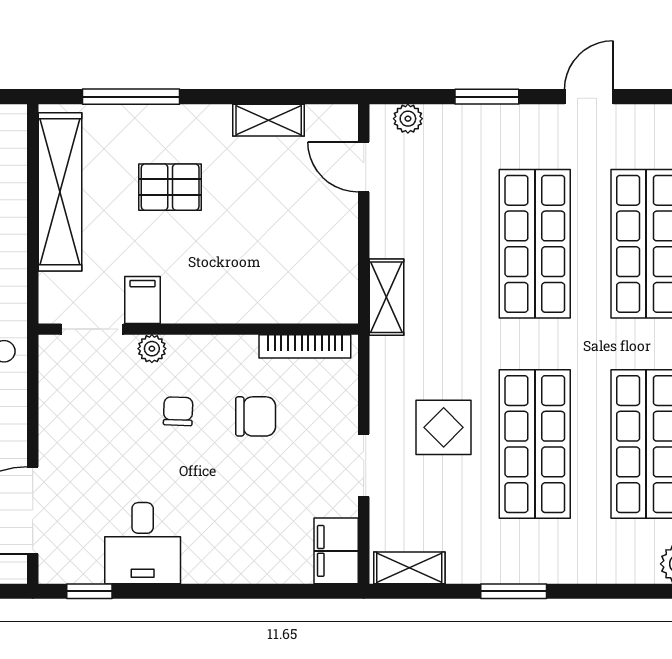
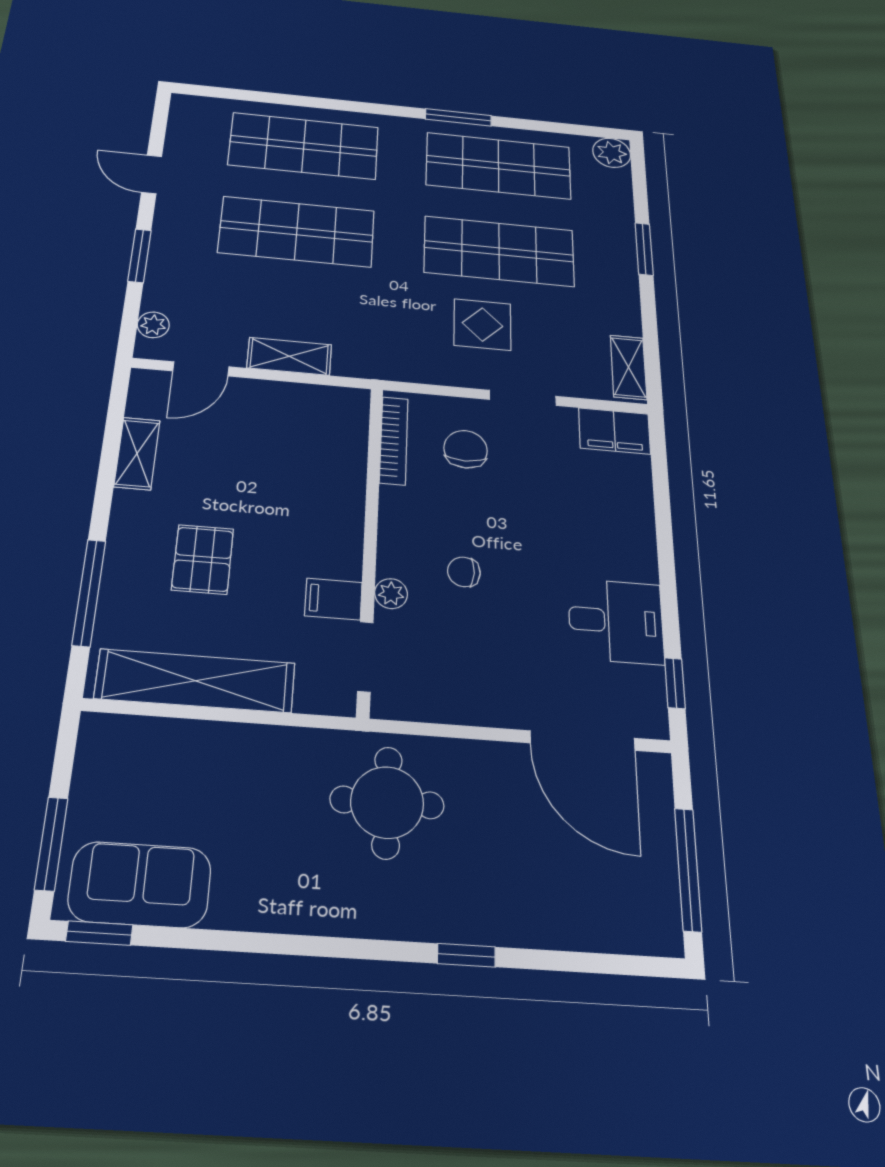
shelving: (386, 297) -> (289, 356), moved
chair: (256, 416) -> (466, 449), moved
window: (514, 591) -> (644, 249), moved

